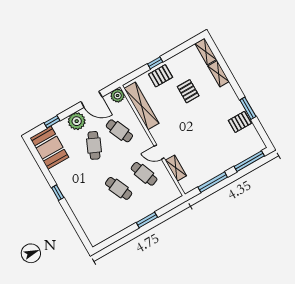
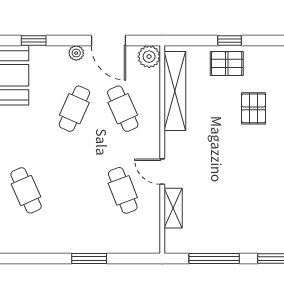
plant: (77, 121) -> (76, 53), width x0.53, depth x0.53
cafe table: (119, 188) -> (26, 190), moved

